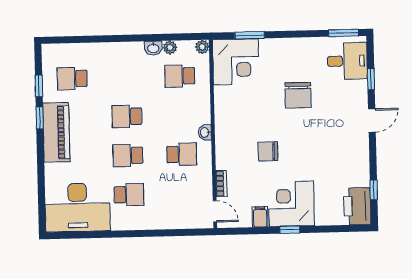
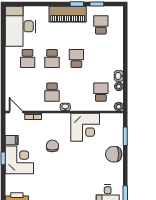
corner desk: (236, 62) -> (85, 127), moved, turned -90
chair: (298, 95) -> (114, 154), moved
school desk: (128, 156) -> (52, 59), turned 180
door: (215, 211) -> (16, 112), swing flipped

